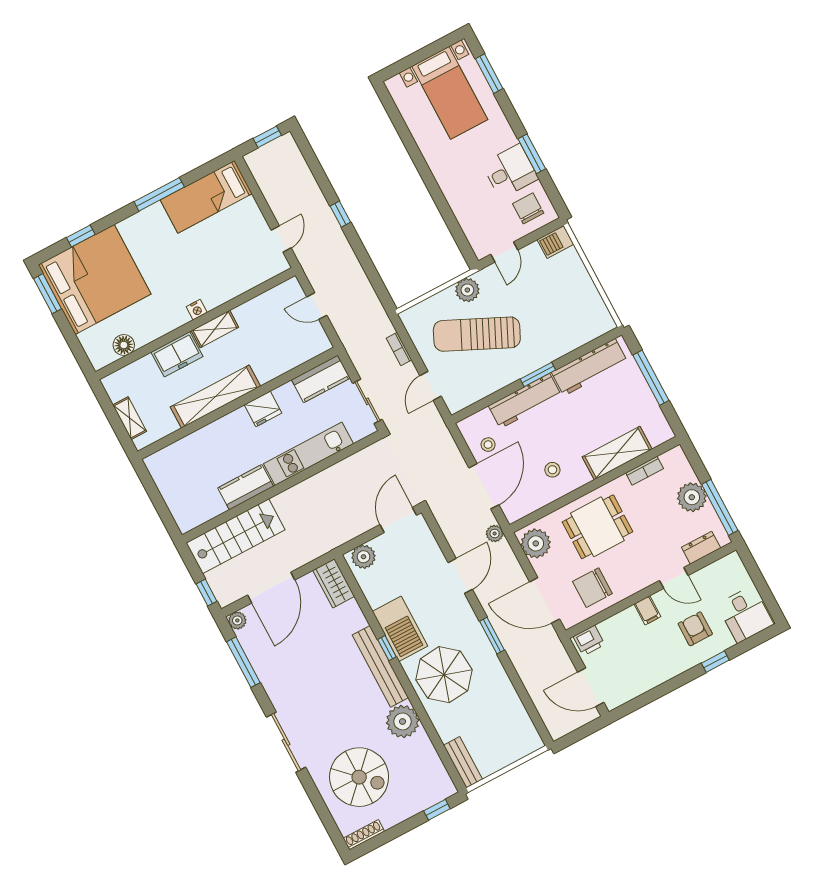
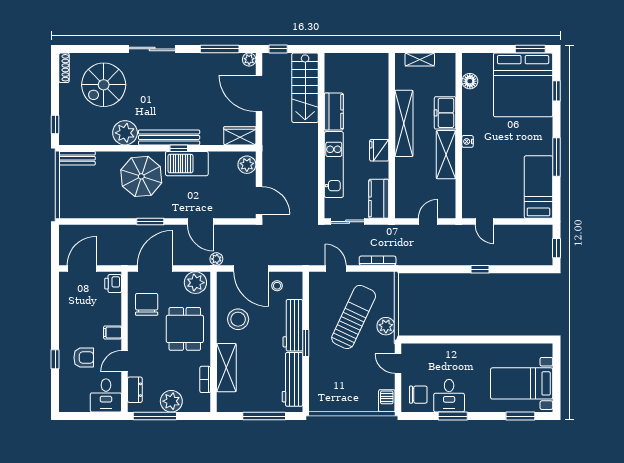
shelving: (215, 329) -> (446, 155), width x1.50, depth x1.33
bookcase: (399, 349) -> (378, 261), width x1.56
stool: (552, 470) -> (238, 319), width x1.89, depth x1.89
desk: (745, 614) -> (106, 395), moved, turned -90

